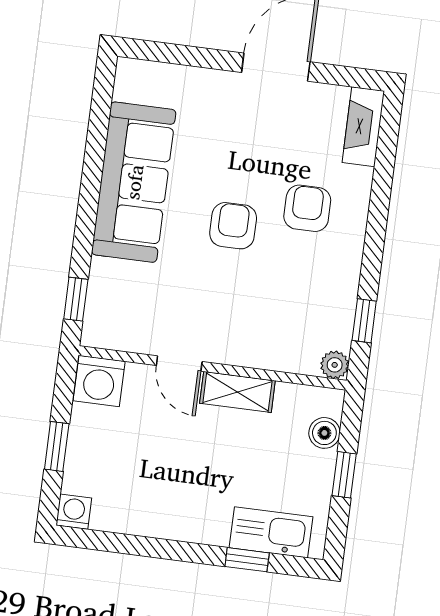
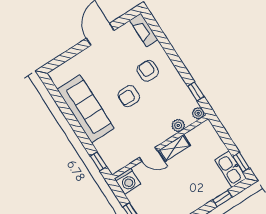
armchair: (233, 226) -> (129, 96), turned -90
plant: (279, 356) -> (178, 125), added
boiler: (324, 433) -> (213, 138), removed
window: (344, 475) -> (241, 162), moved
kitchen sink: (271, 532) -> (231, 169), moved, turned -90

